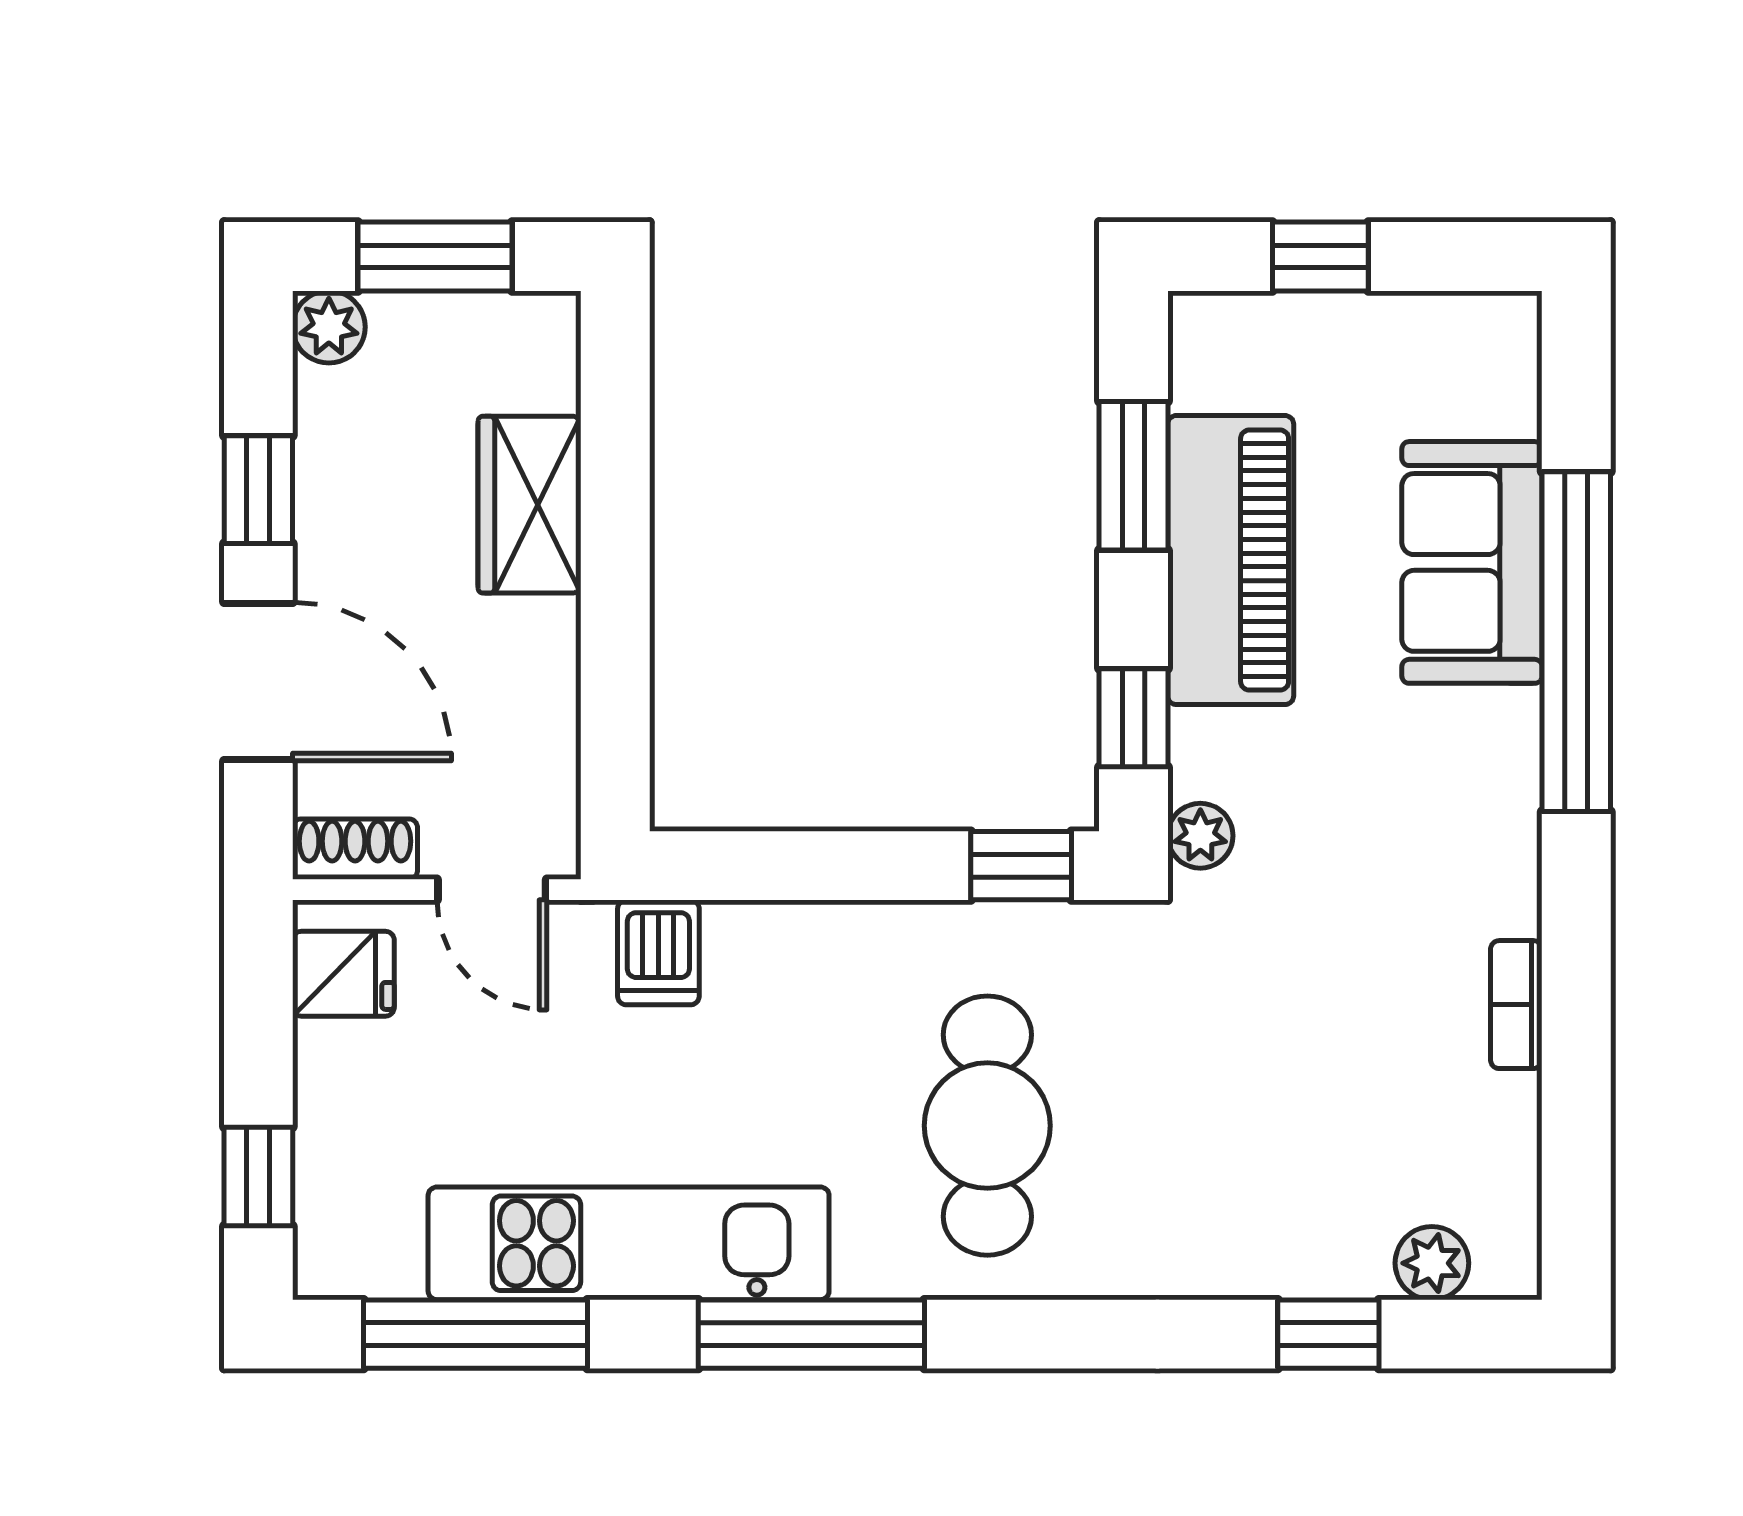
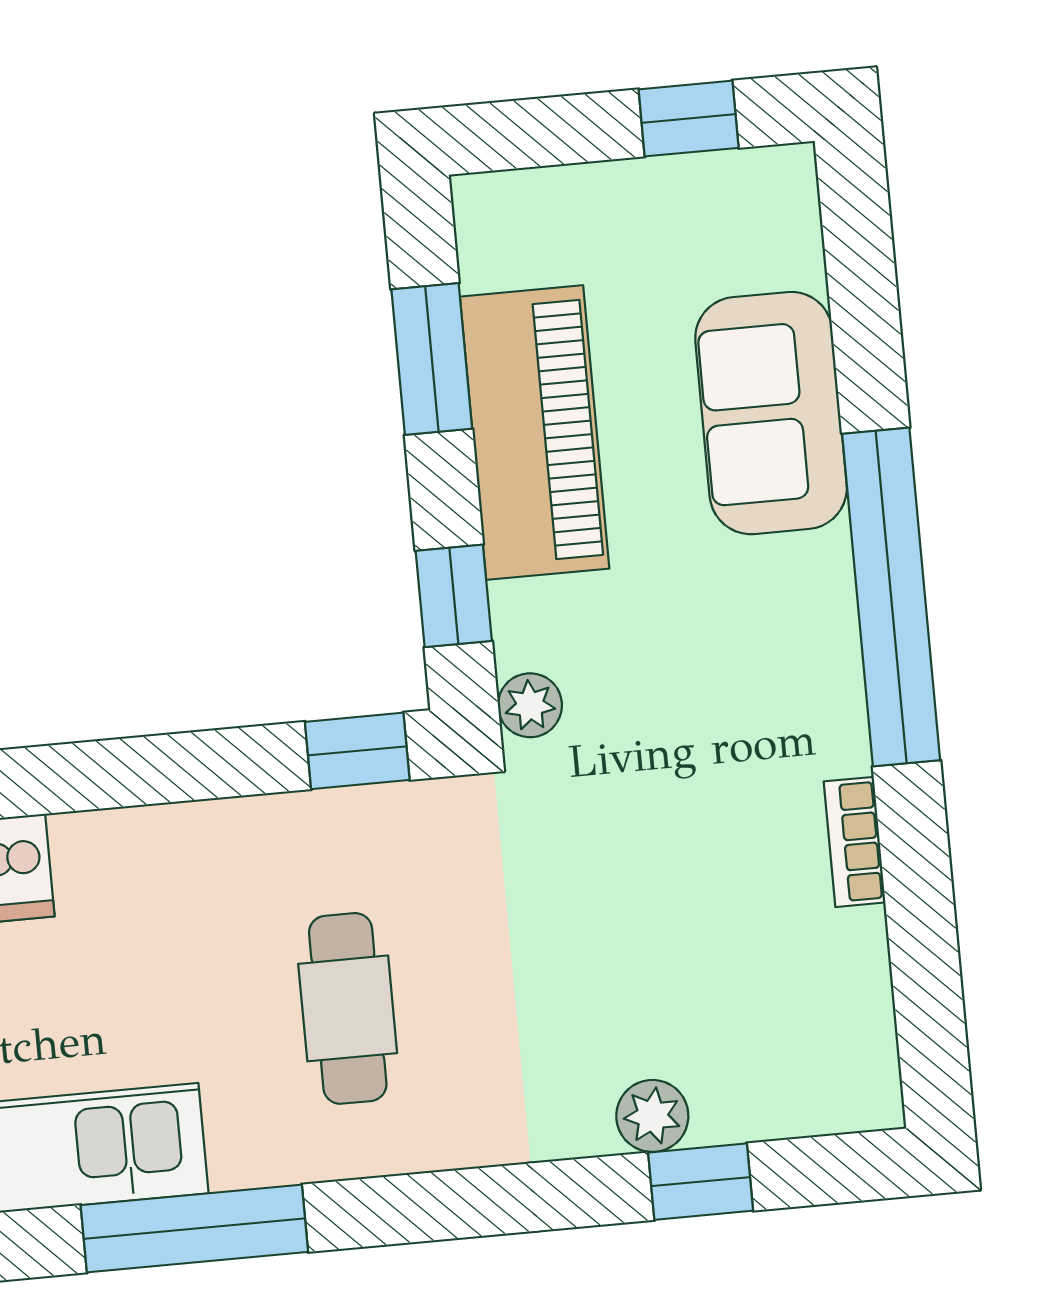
window: (1320, 256) -> (689, 119), moved
window: (1576, 642) -> (891, 597), moved
cafe table: (987, 1126) -> (348, 1008), width x0.73, depth x0.74
plant: (1432, 1263) -> (652, 1116), moved

